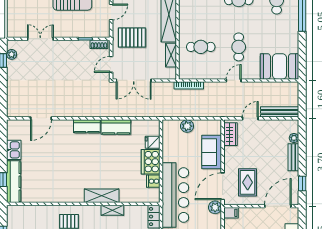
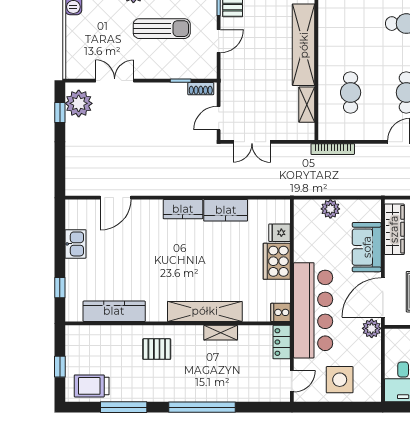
pallet: (132, 38) -> (249, 79), removed
cafe table: (201, 47) -> (351, 92), turned 90
plant: (12, 54) -> (79, 103), width x1.88, depth x1.88
double door: (134, 80) -> (252, 142), width x0.73
wardrobe: (230, 134) -> (394, 229), width x1.50
cooker: (153, 181) -> (281, 312), moved
kitchen counter: (14, 182) -> (114, 311), moved, turned -90
shelving: (102, 196) -> (205, 311), width x1.47
filing cabinet: (231, 213) -> (395, 336), removed

